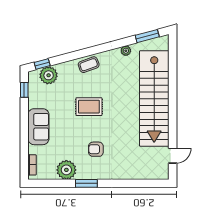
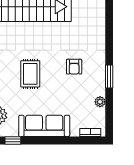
sofa: (38, 127) -> (44, 126), width x1.36
plant: (66, 170) -> (100, 102), width x0.53, depth x0.53

